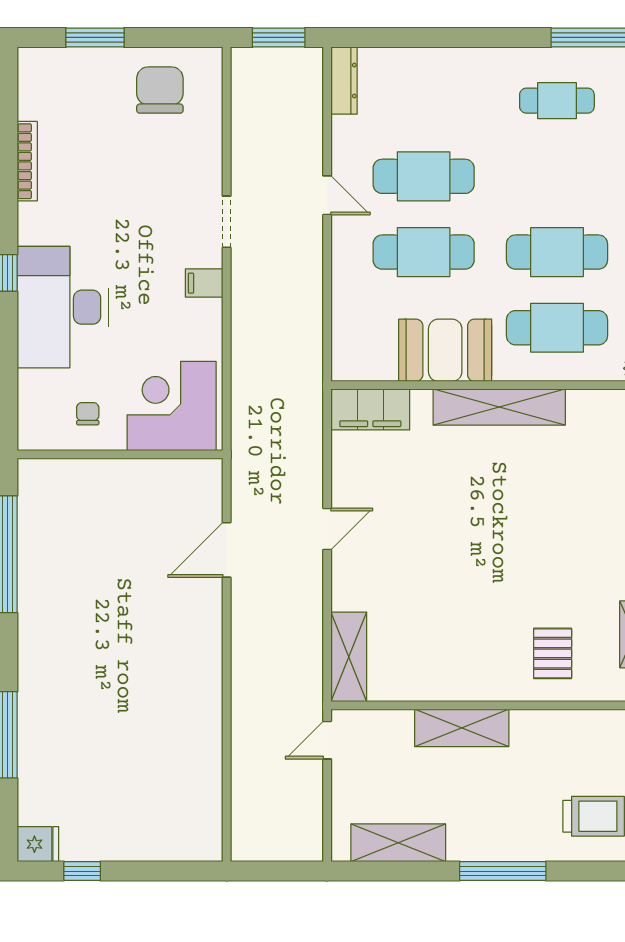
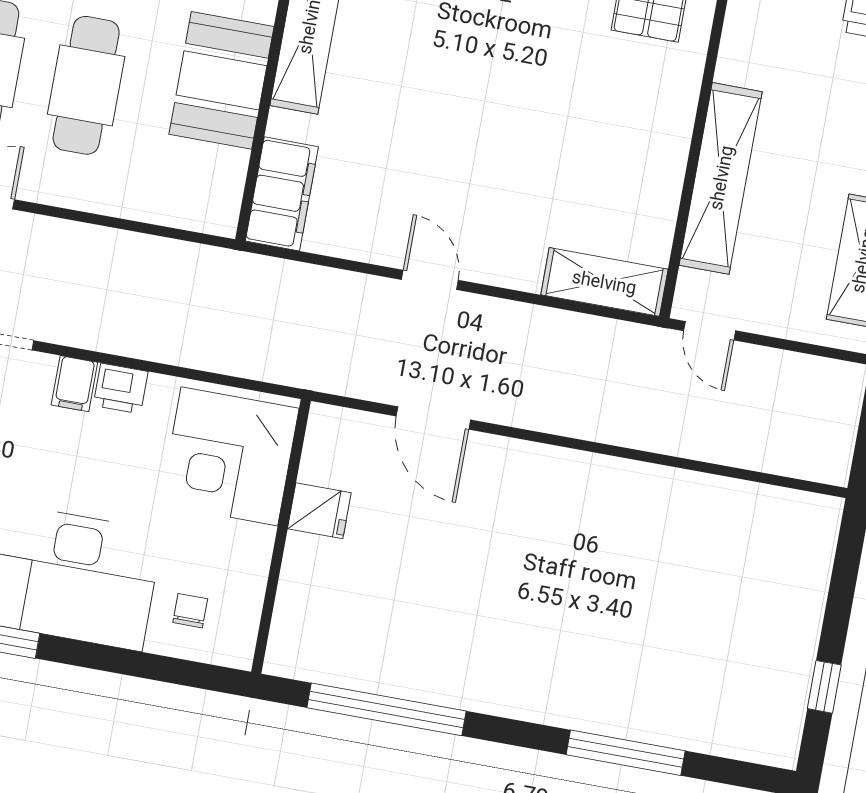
printer: (207, 317) -> (121, 388), added
chair: (88, 414) -> (190, 611), moved, turned 90
shelving: (462, 728) -> (721, 178), width x1.47
fridge: (38, 844) -> (319, 511), moved, turned 90

